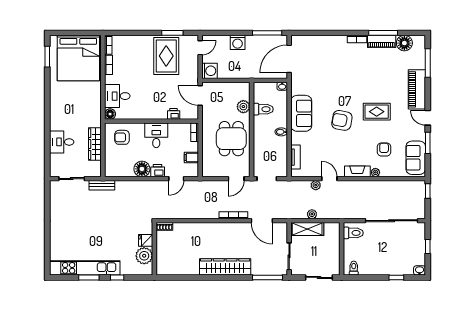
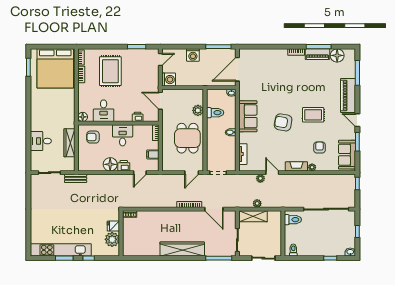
rug: (166, 56) -> (110, 71), moved
desk: (117, 96) -> (104, 111), moved, turned -90

